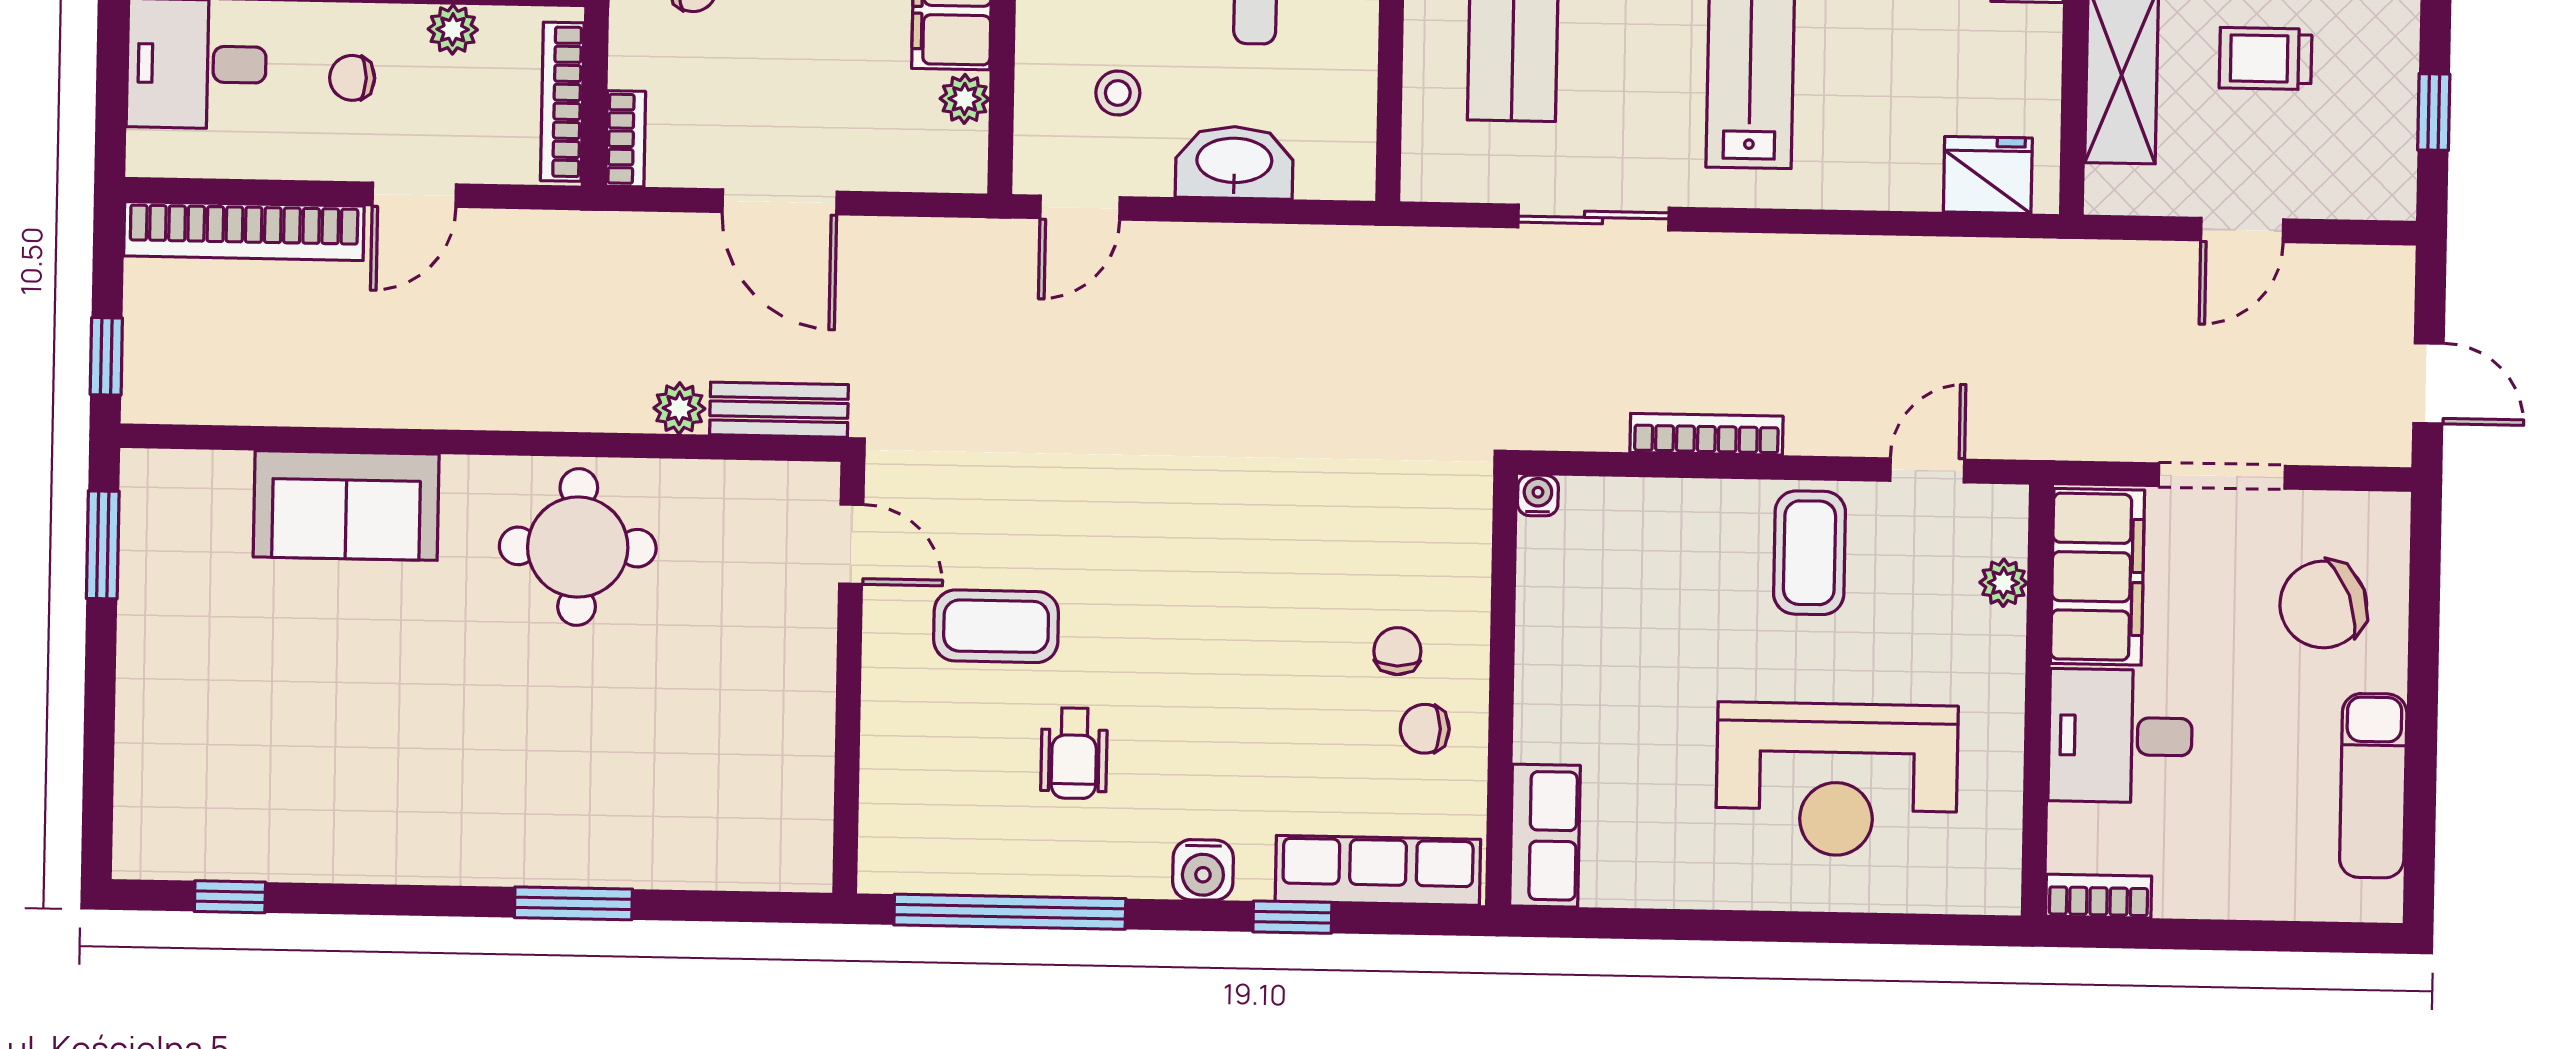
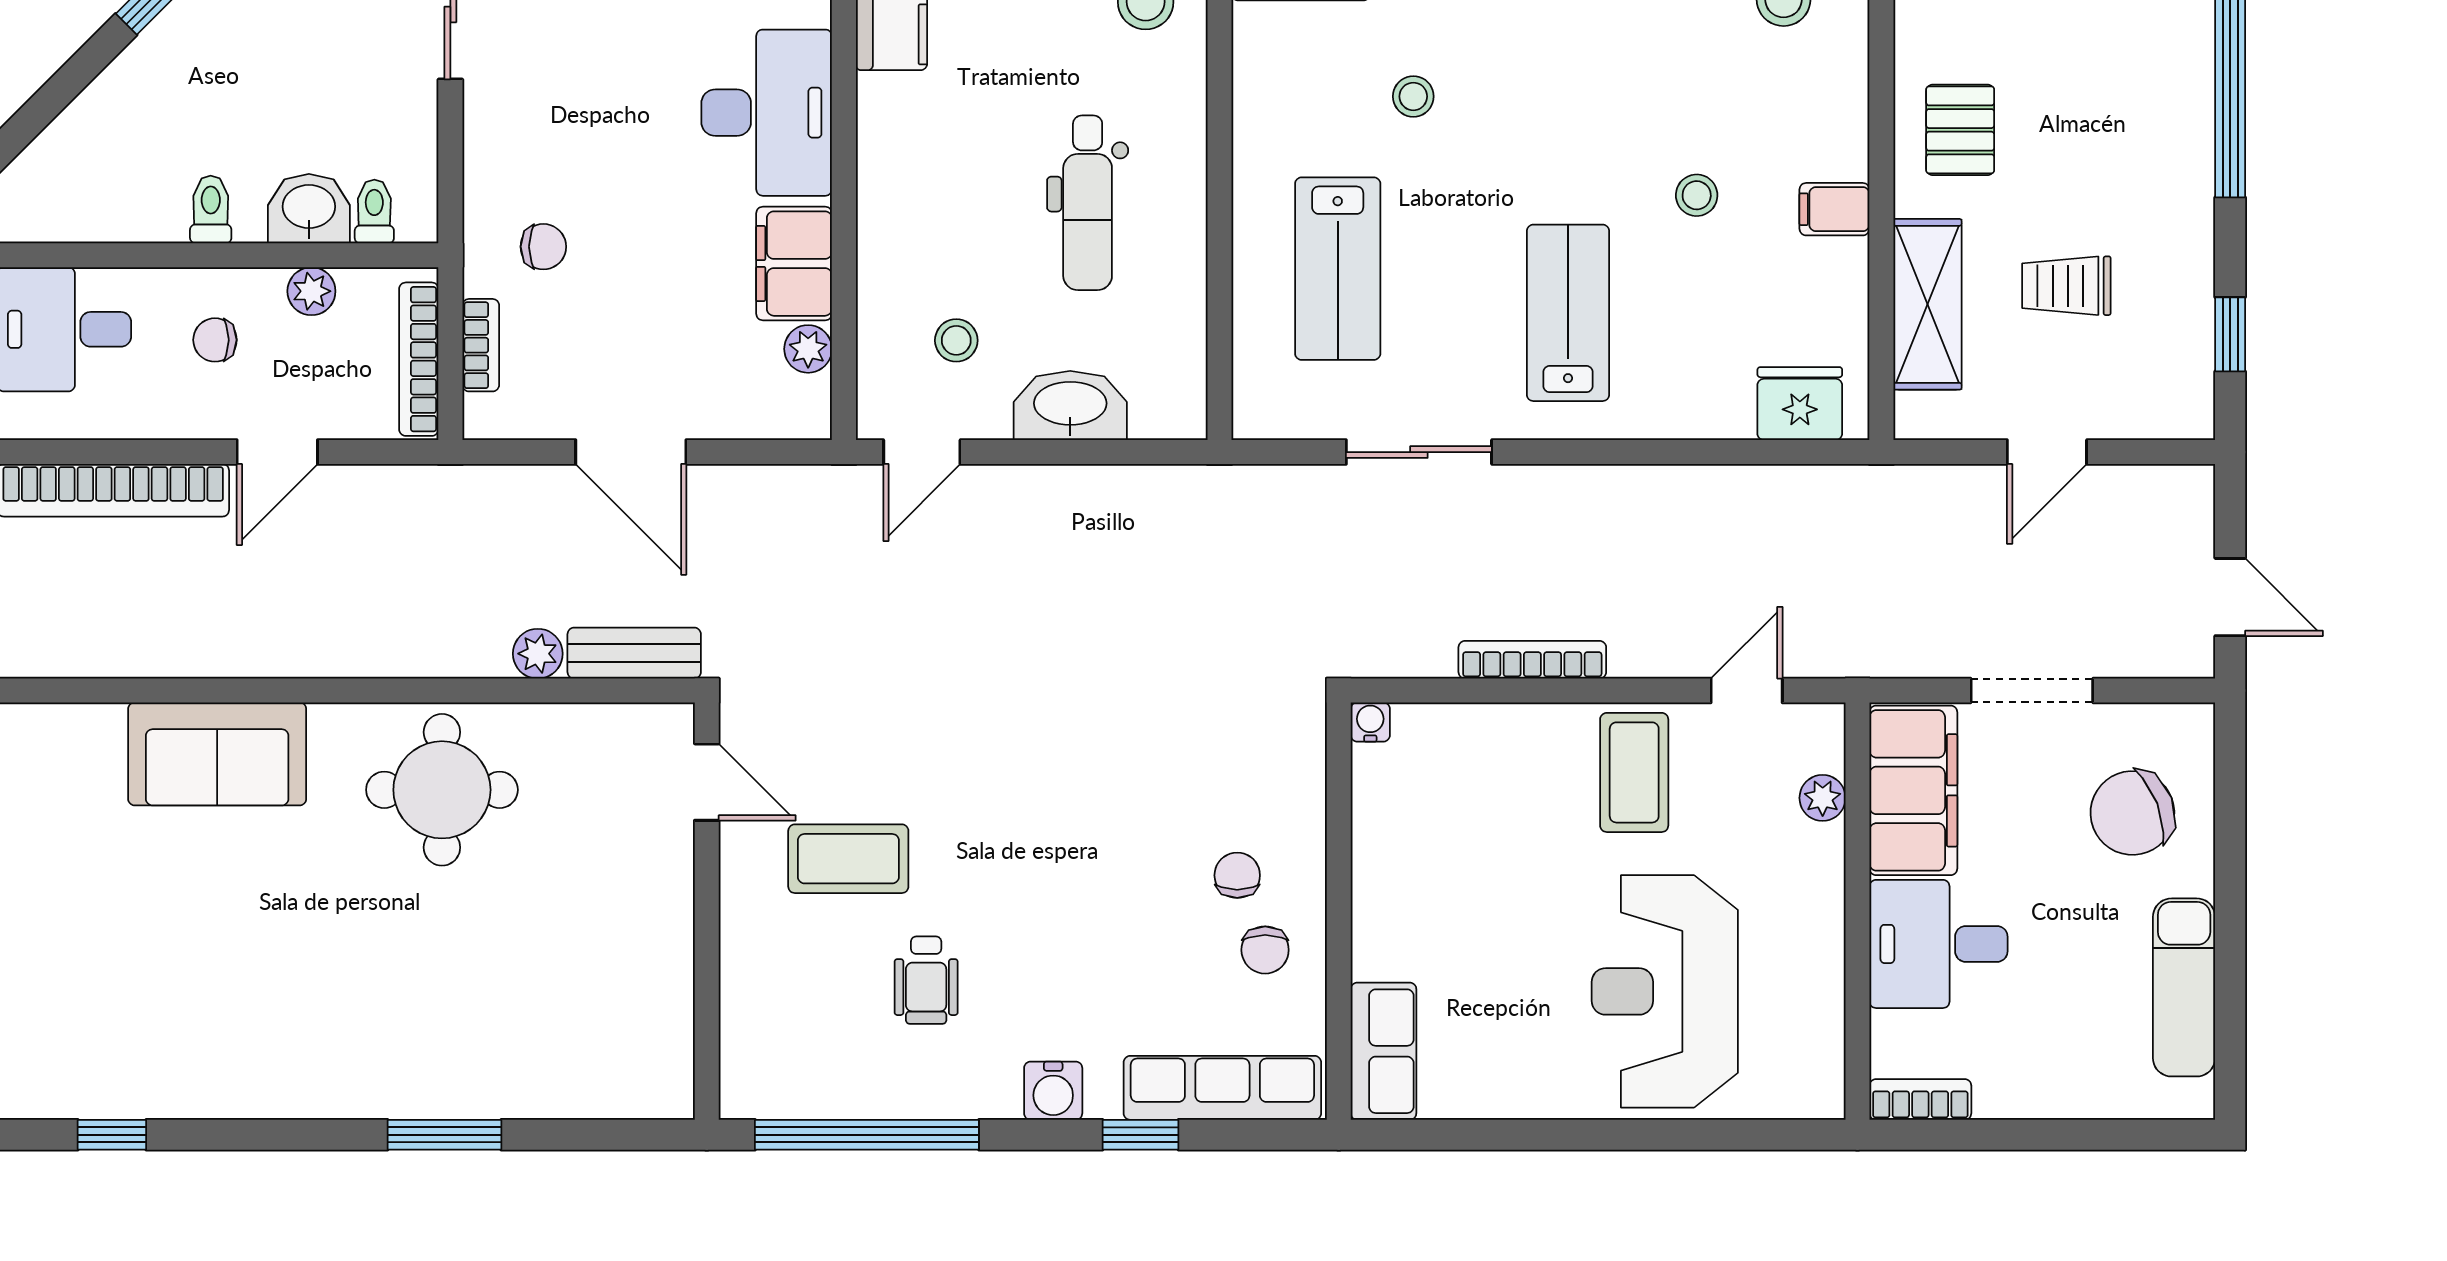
bookcase: (626, 139) -> (481, 345), moved
chair: (1425, 729) -> (1265, 950), turned -90
reception desk: (1837, 780) -> (1665, 991), turned 90

